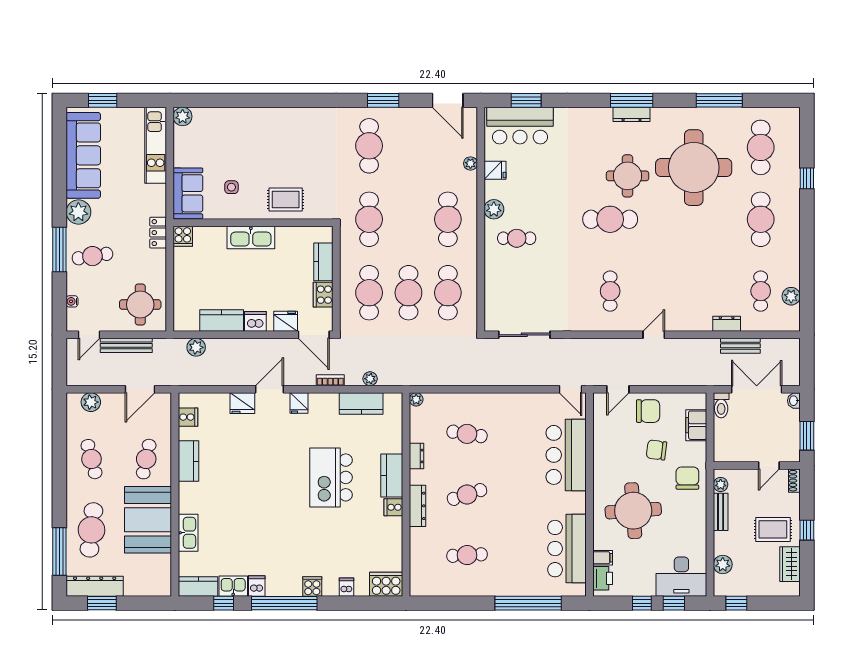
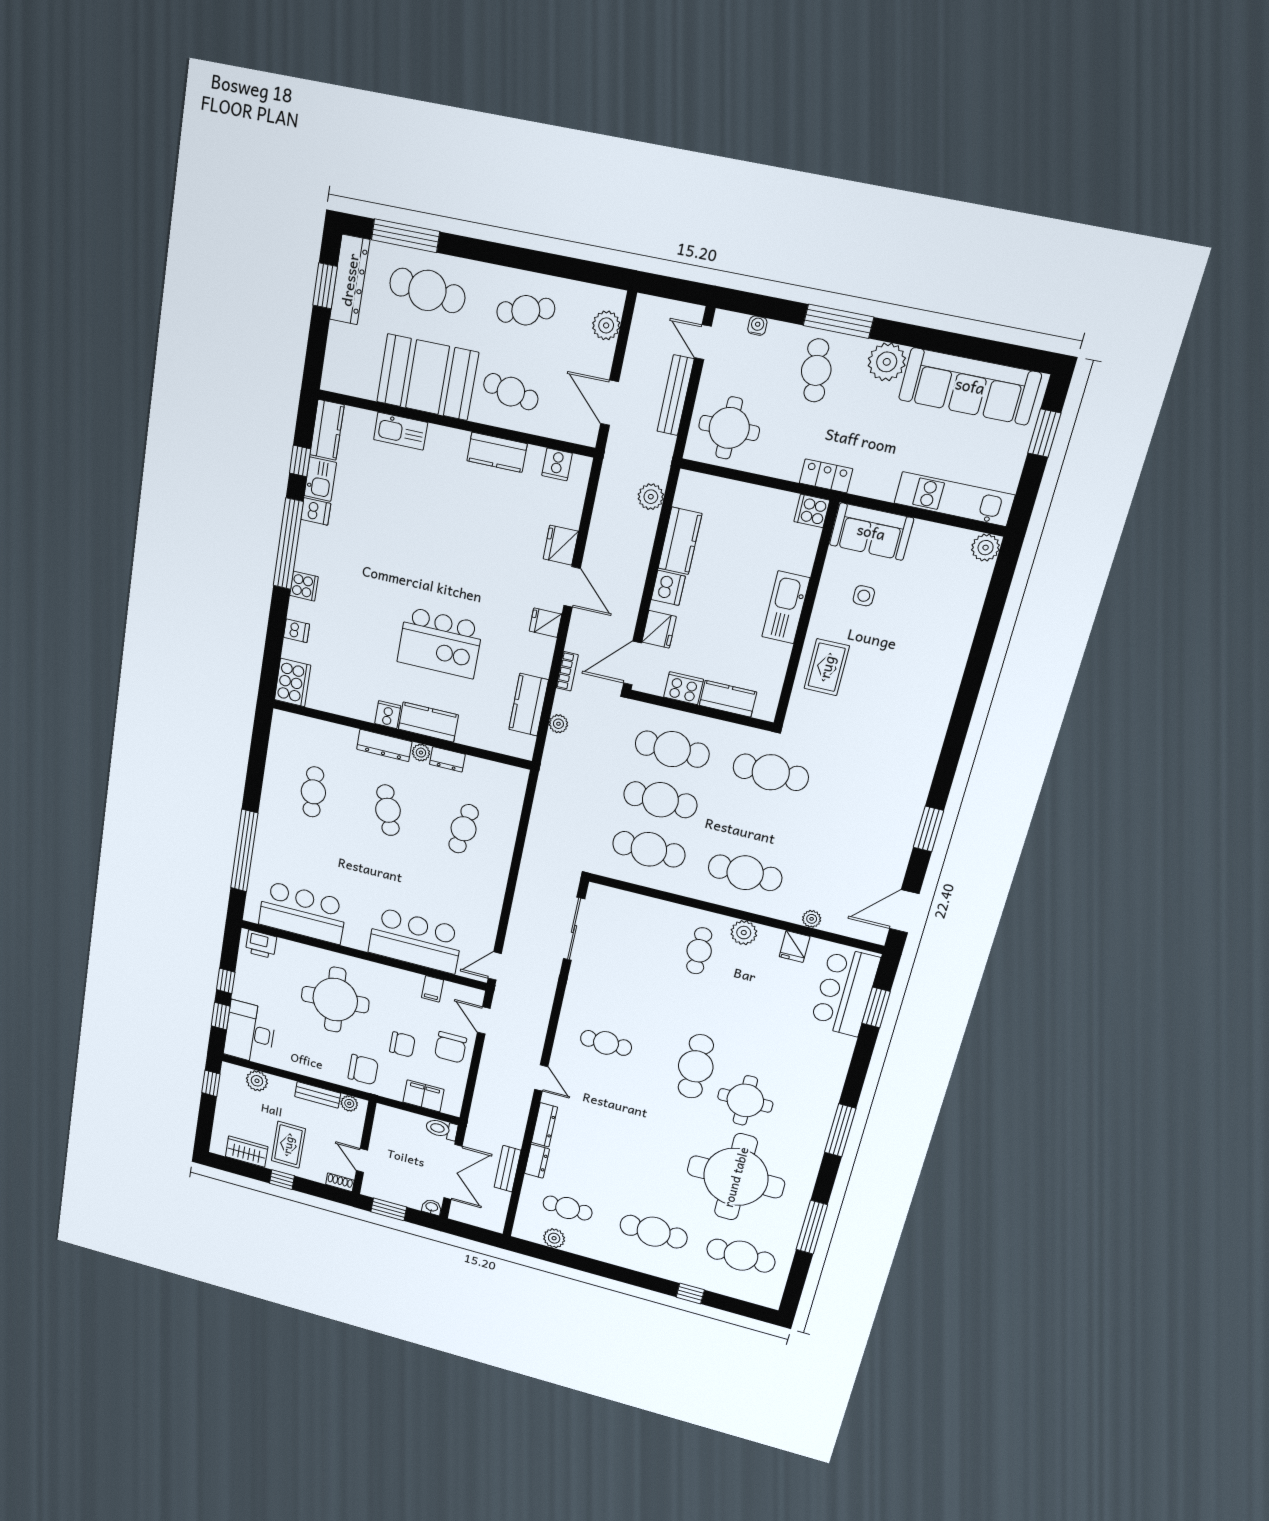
dresser: (632, 114) -> (544, 1125), moved, turned 180
cafe table: (369, 146) -> (871, 796), removed
plant: (416, 399) -> (421, 753), moved
chair: (657, 450) -> (402, 1044), turned 83
kitchen island: (331, 477) -> (440, 643), turned 180
filing cabinet: (603, 558) -> (432, 989), moved

